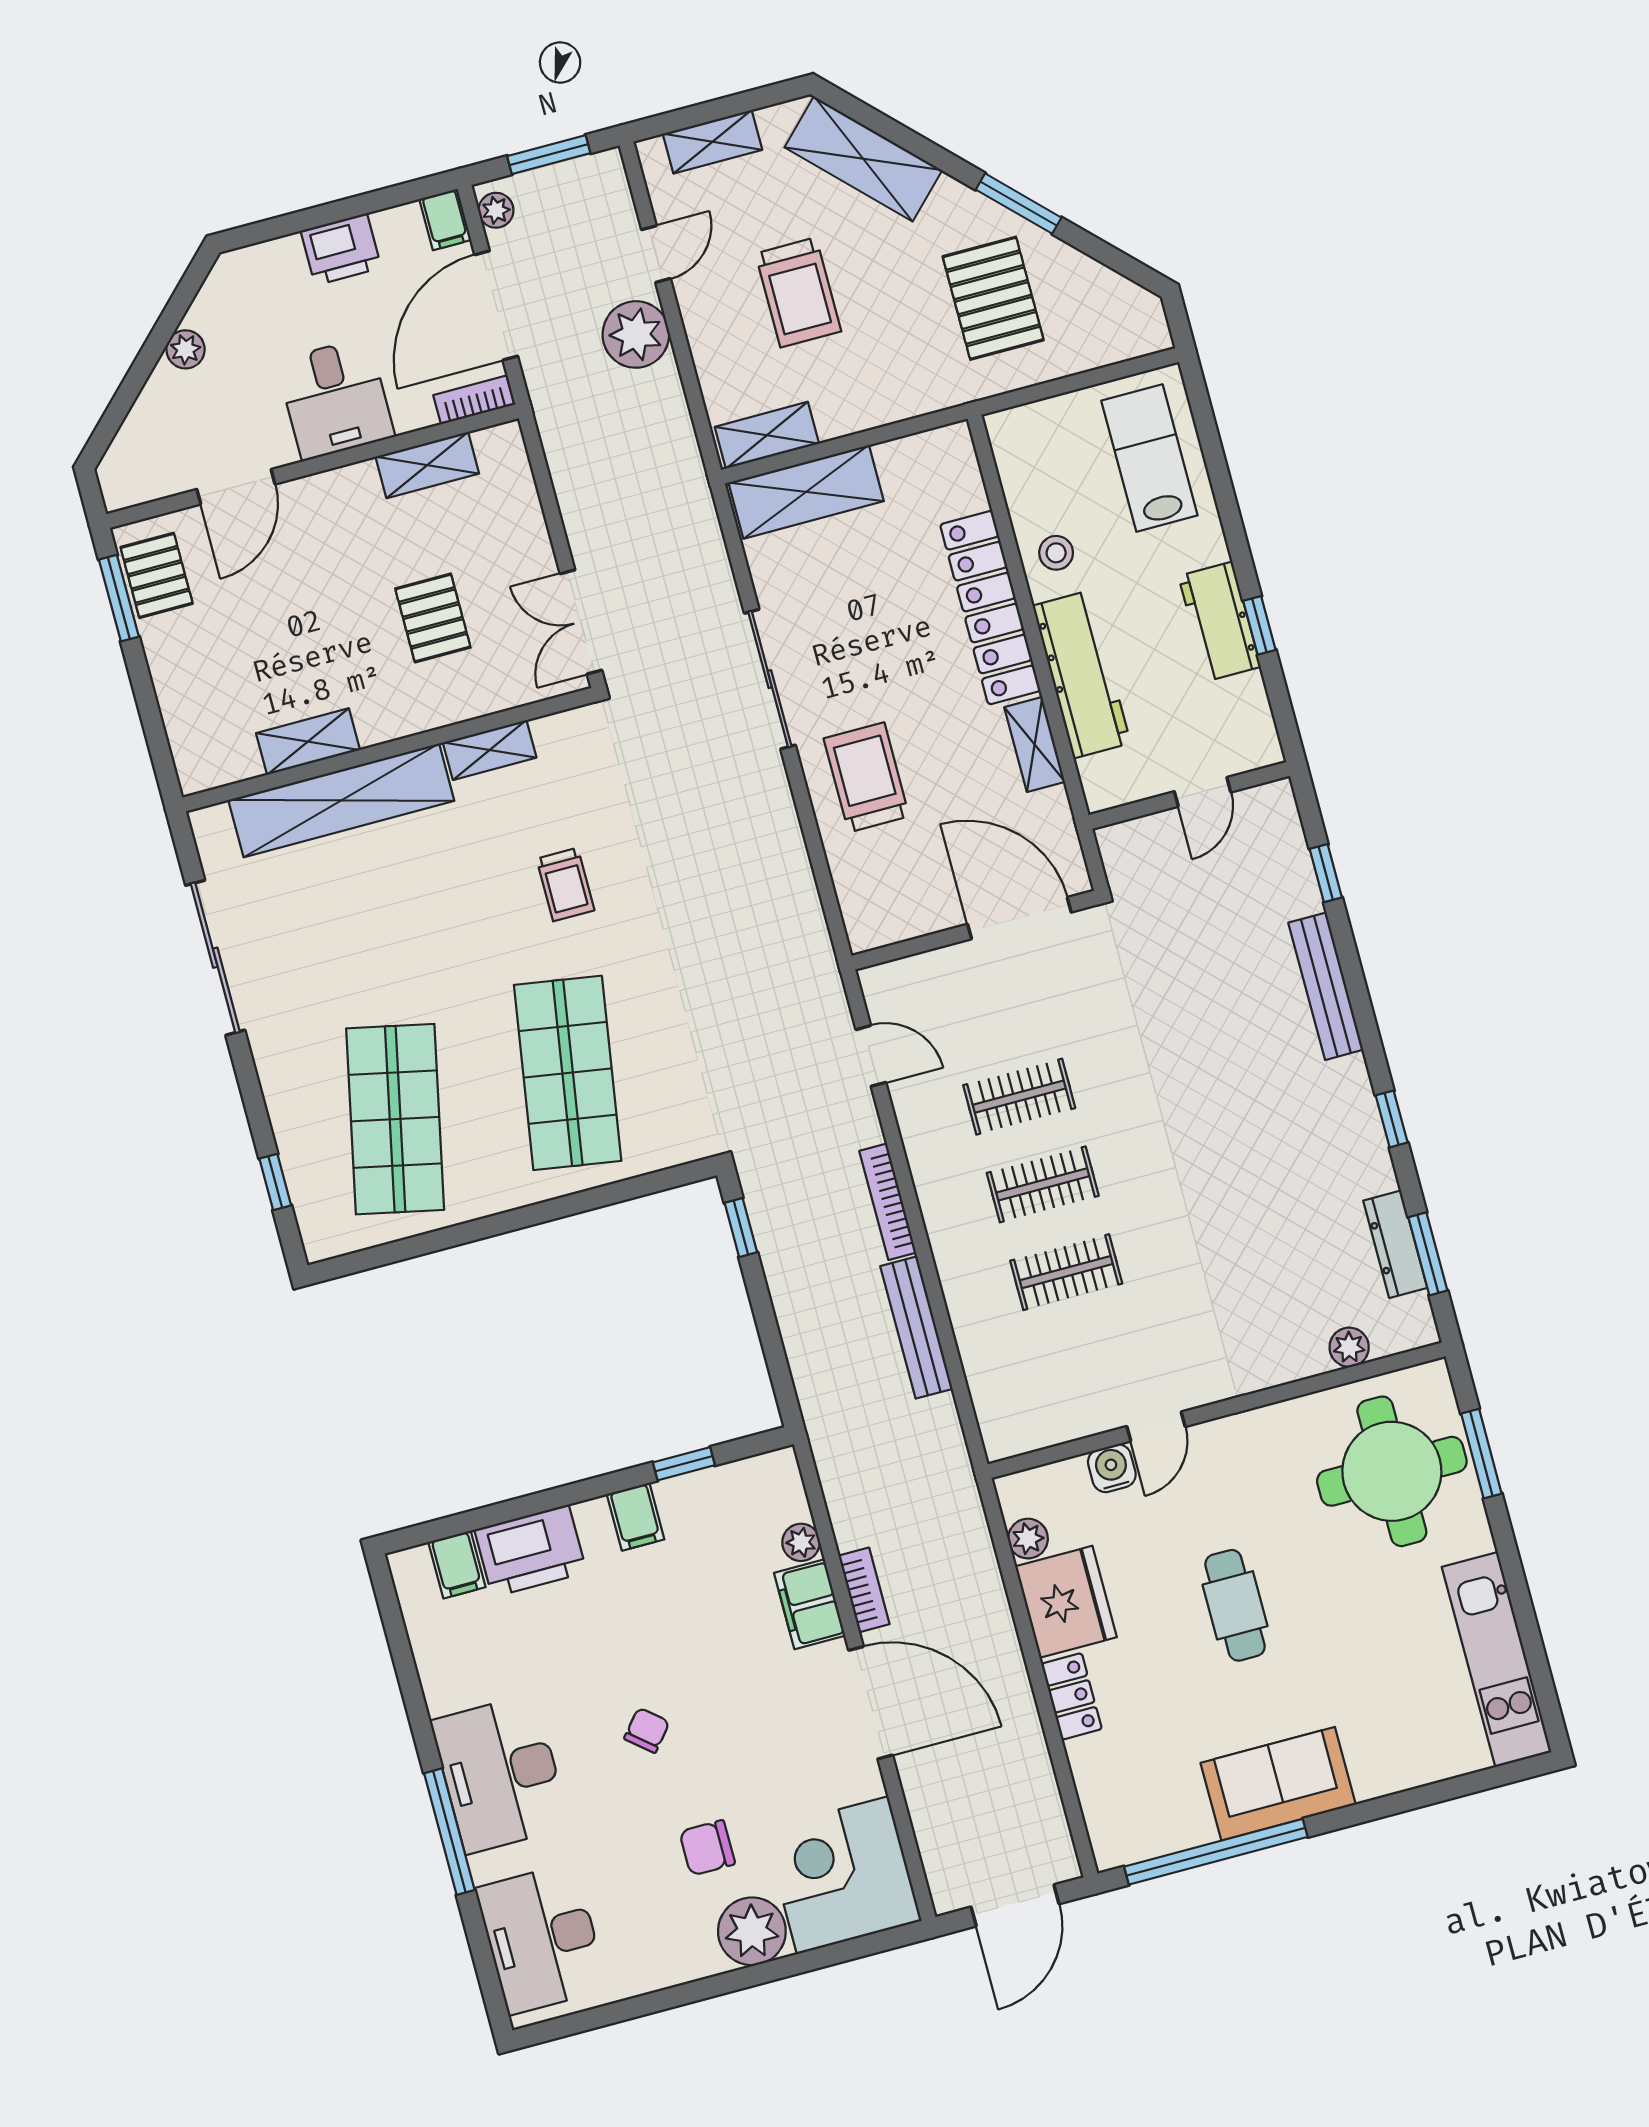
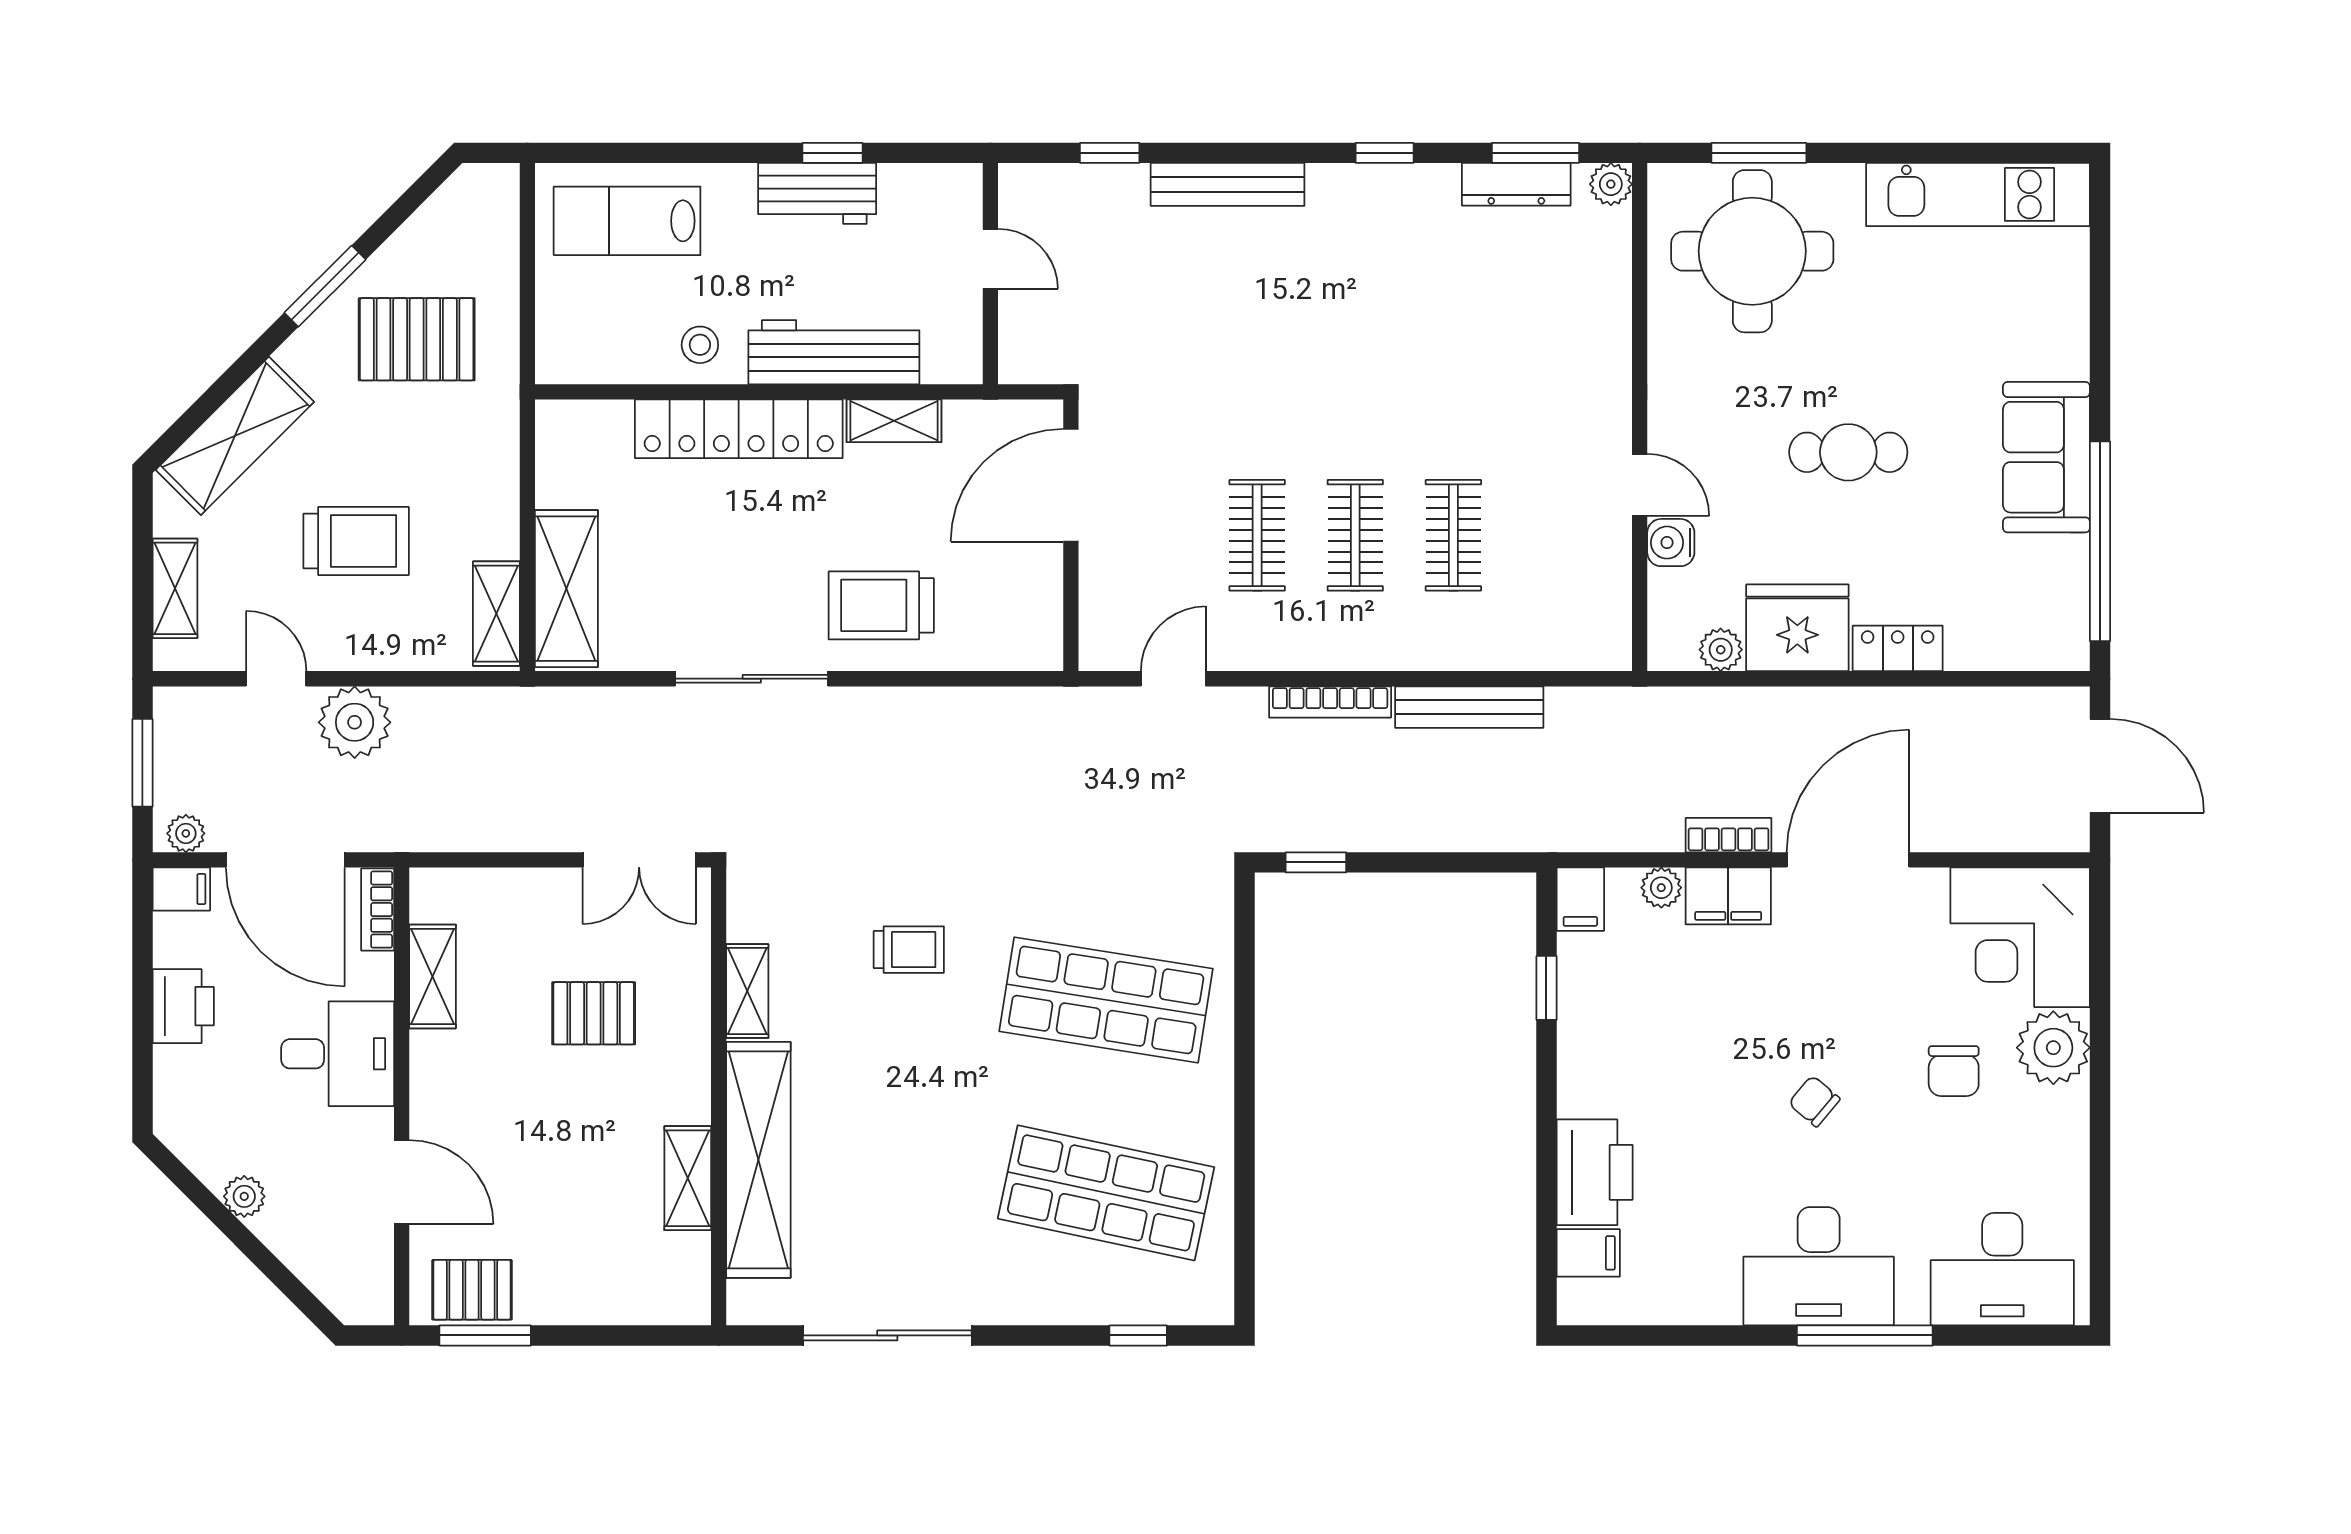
plant: (1349, 1347) -> (1611, 184), moved
filing cabinet: (636, 1517) -> (1580, 899), moved, turned 90

